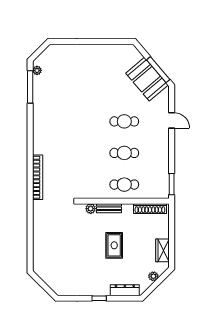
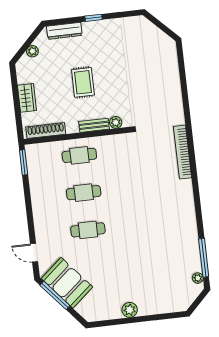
plant: (97, 50) -> (130, 310), added
door: (172, 120) -> (34, 253), moved
wardrobe: (163, 250) -> (27, 98), moved

